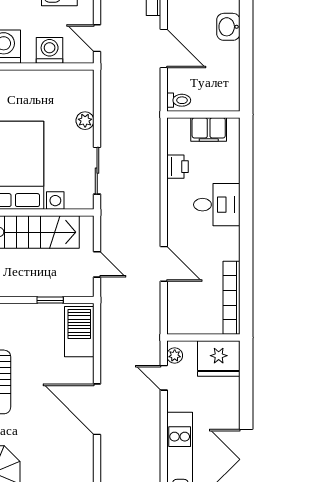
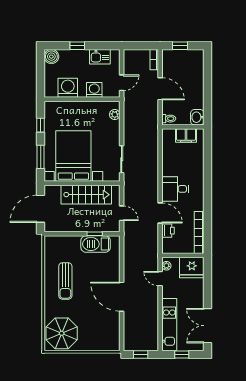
washbasin: (228, 27) -> (197, 117), moved
door: (97, 38) -> (122, 83), swing flipped
plant: (85, 121) -> (115, 115), moved
printer: (178, 167) -> (168, 231), moved
desk: (217, 205) -> (175, 189), moved, turned 180
barbecue: (79, 332) -> (96, 244), moved, turned -90

